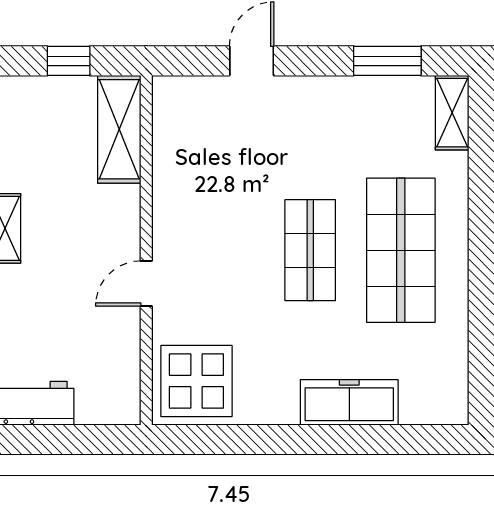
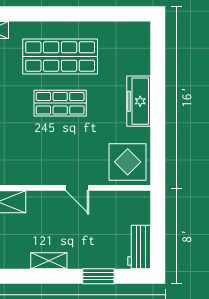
freezer: (349, 402) -> (139, 101), moved

